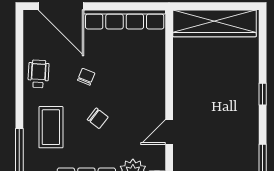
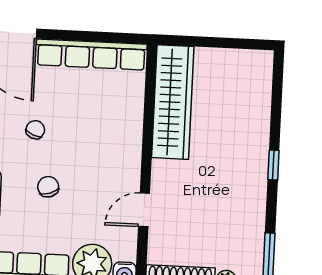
wardrobe: (215, 23) -> (173, 102), moved, turned -90
chair: (98, 118) -> (48, 187), turned -147

